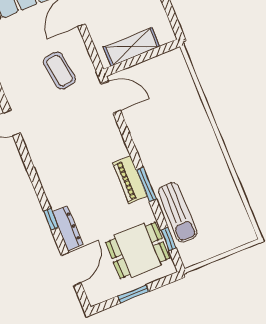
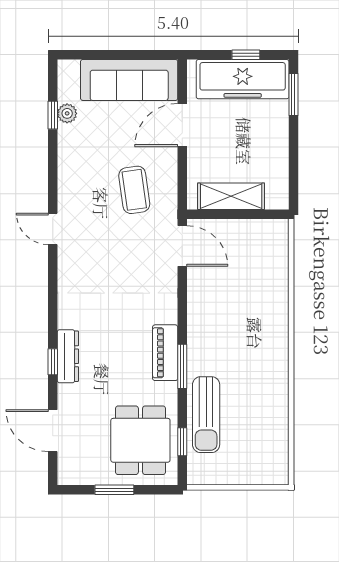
dresser: (67, 228) -> (68, 356), moved
dining table: (138, 250) -> (140, 440), turned 90
door: (71, 269) -> (53, 431), swing flipped

